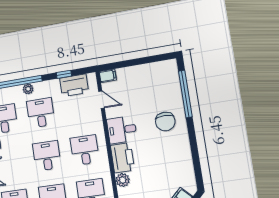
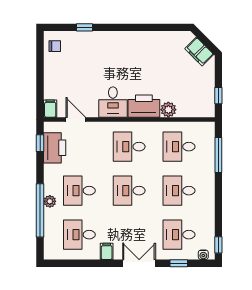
window: (64, 74) -> (40, 143), moved
window: (185, 94) -> (85, 27), width x0.32
door: (102, 100) -> (76, 119), hinge flipped
chair: (165, 122) -> (55, 46), moved, width x0.54, depth x0.54

